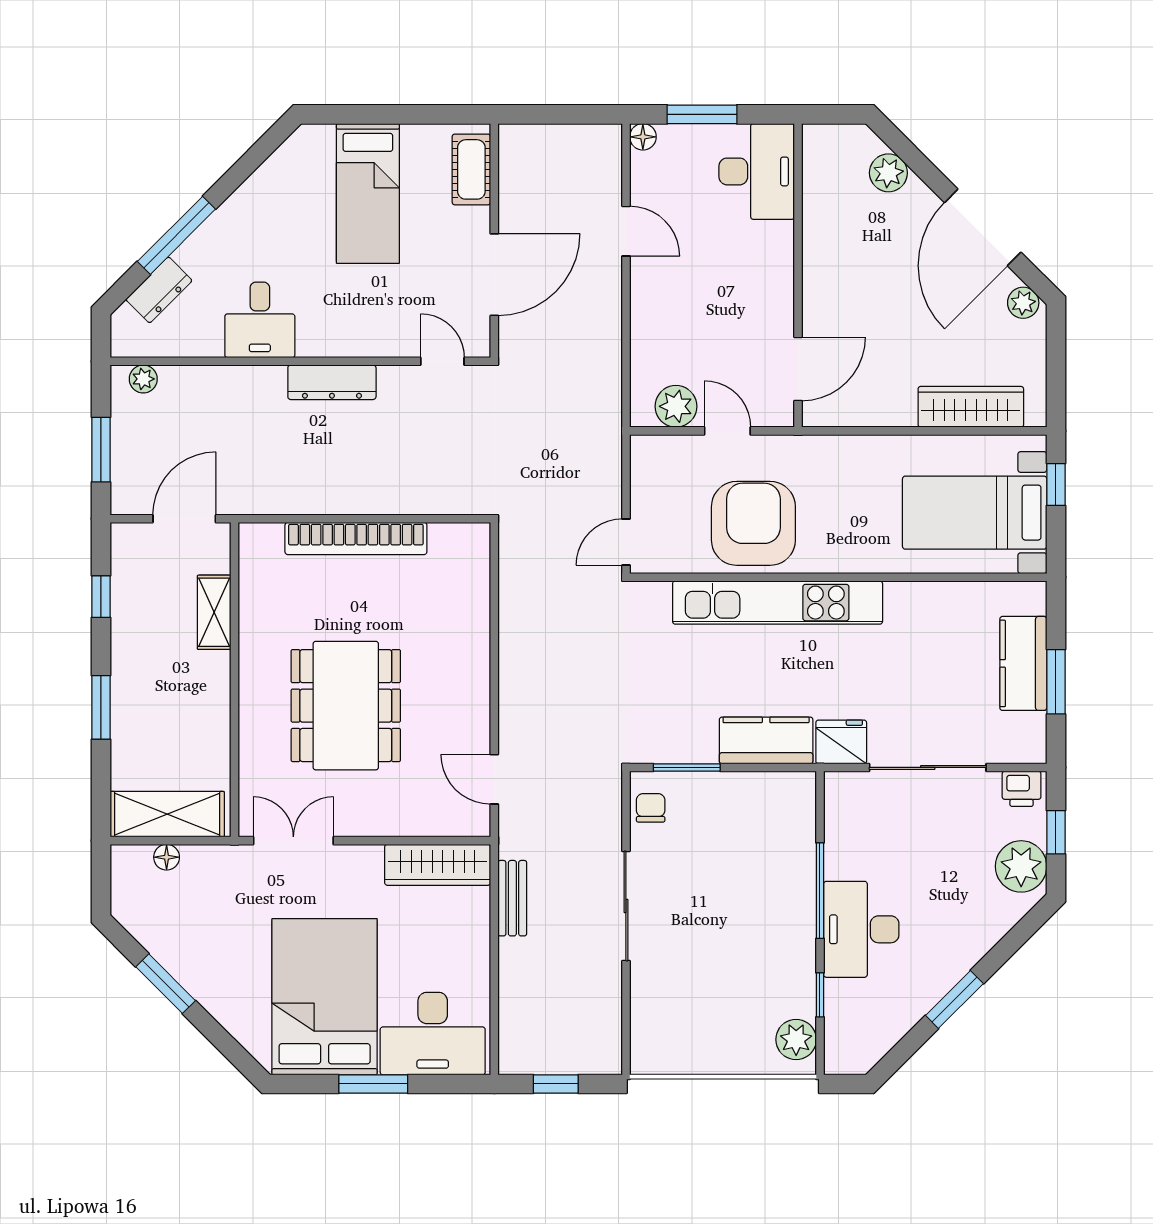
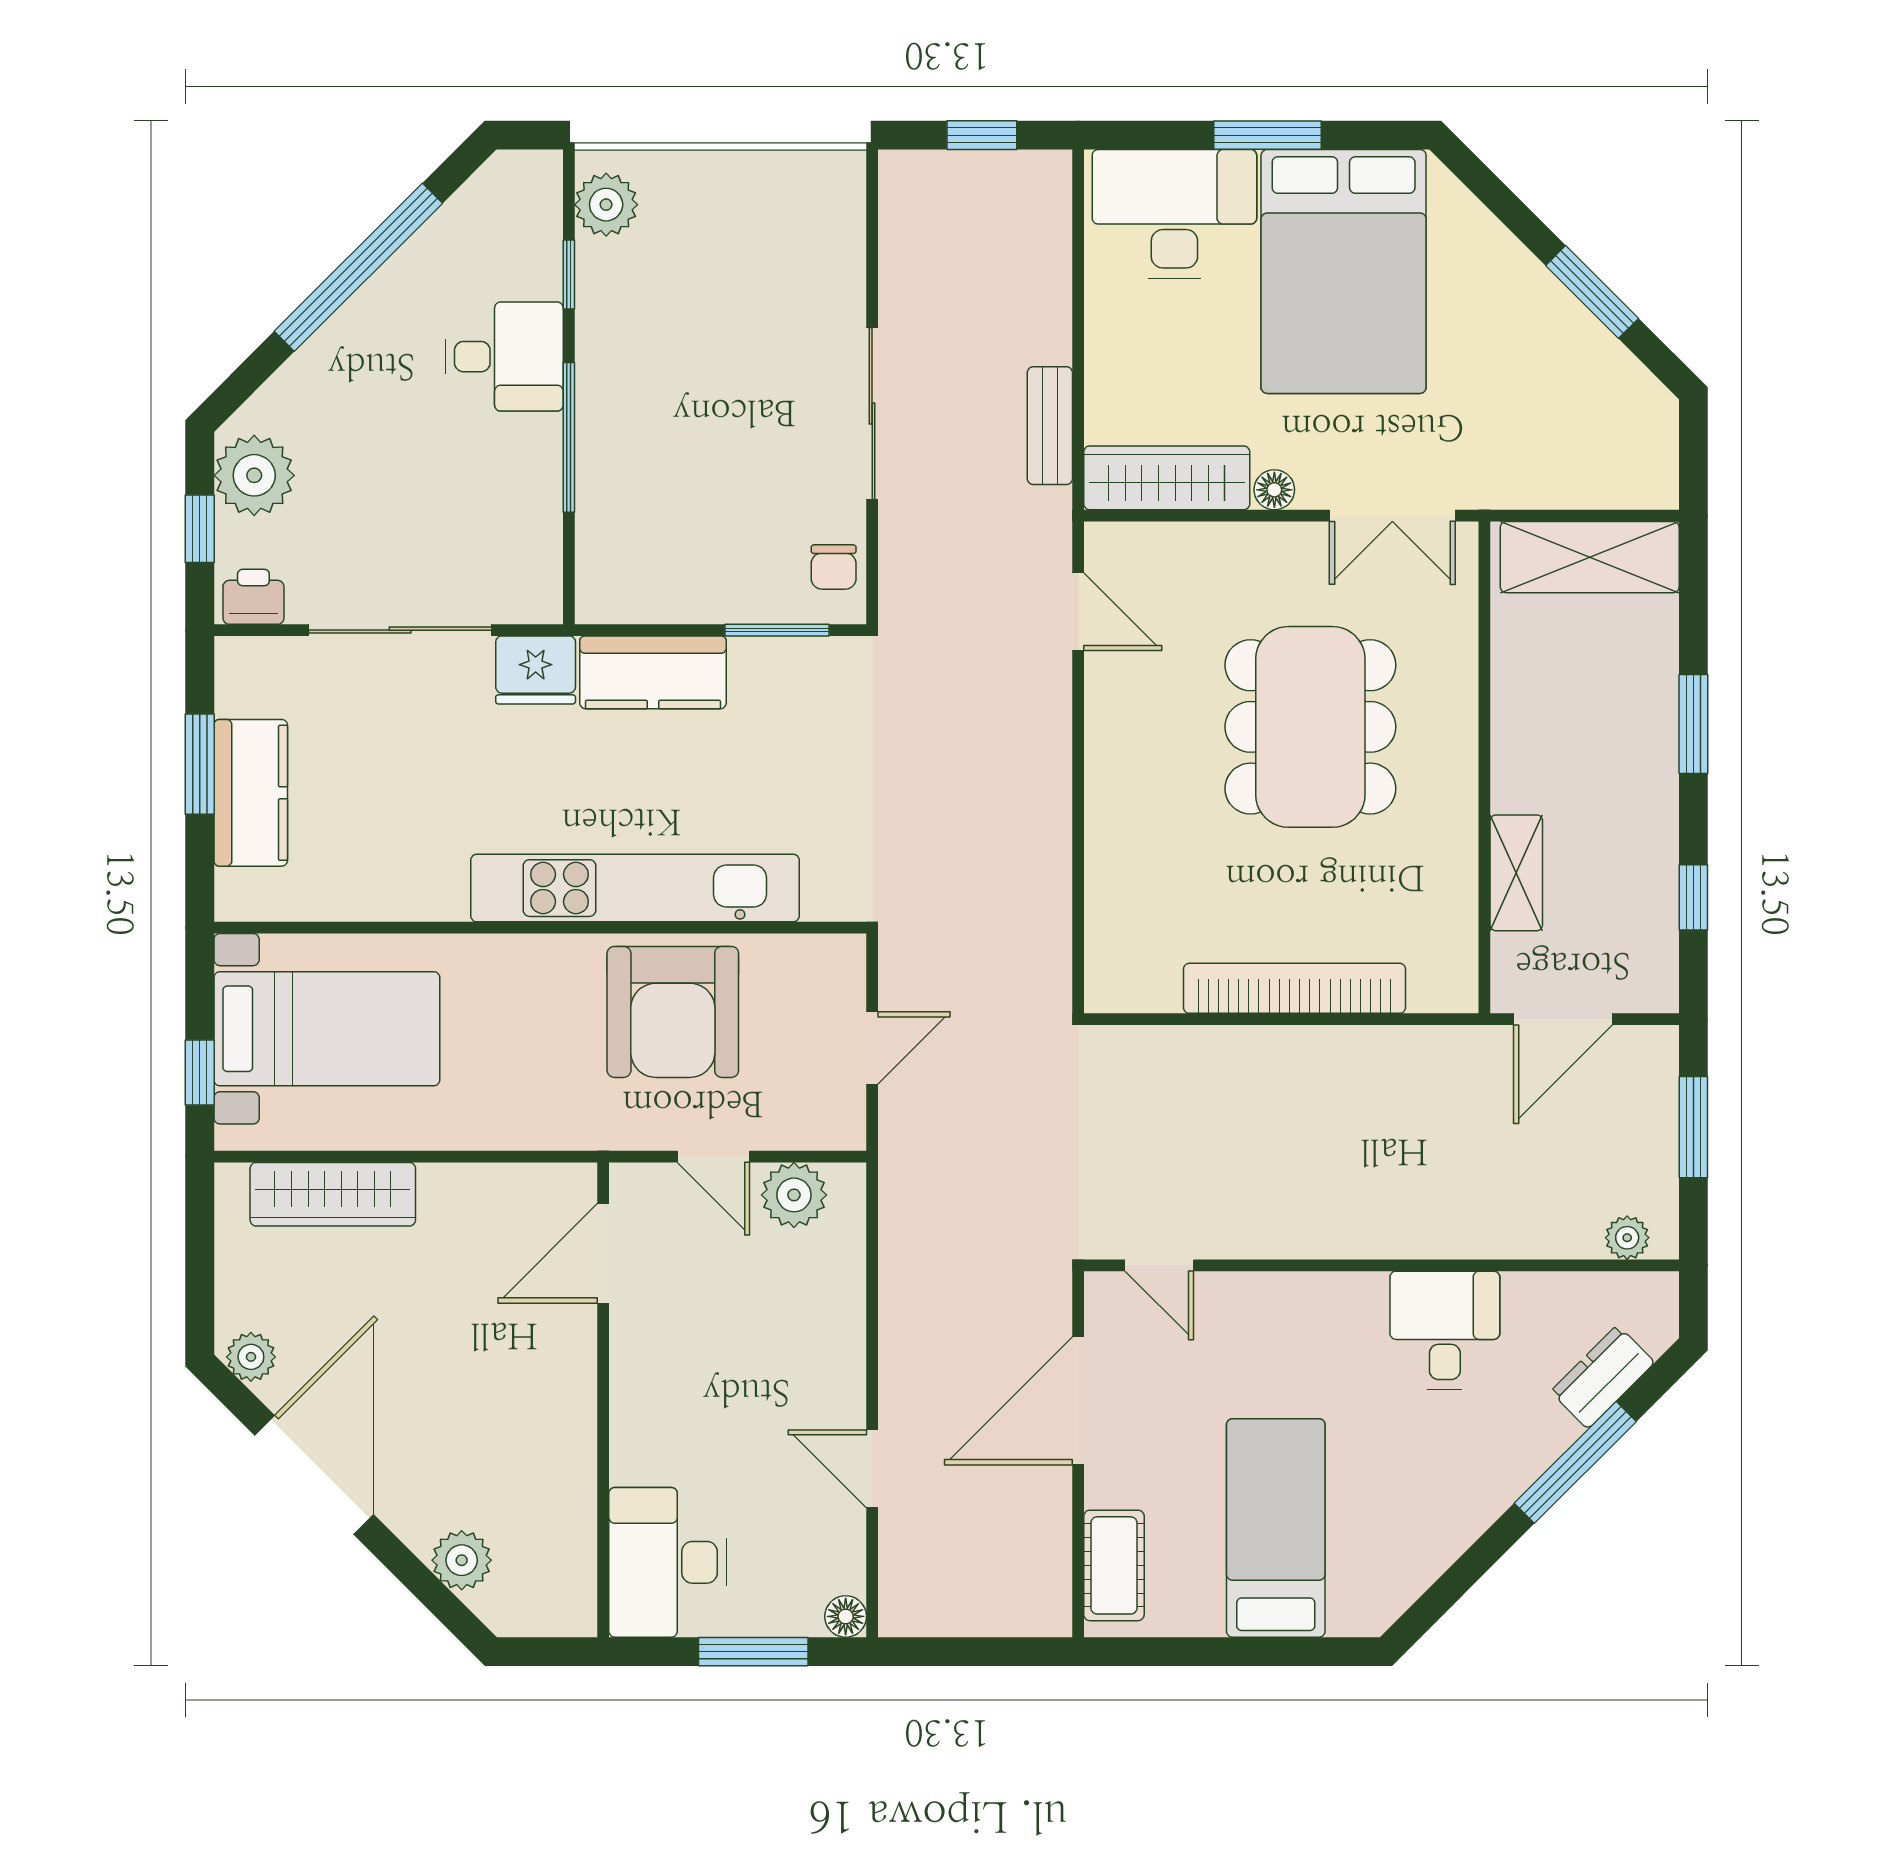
dresser: (332, 382) -> (1332, 1233), removed
door: (626, 542) -> (872, 1048), moved
floor lamp: (167, 857) -> (1274, 490), moved
desk: (861, 929) -> (504, 357), width x0.73
window: (954, 999) -> (358, 267), width x2.11

